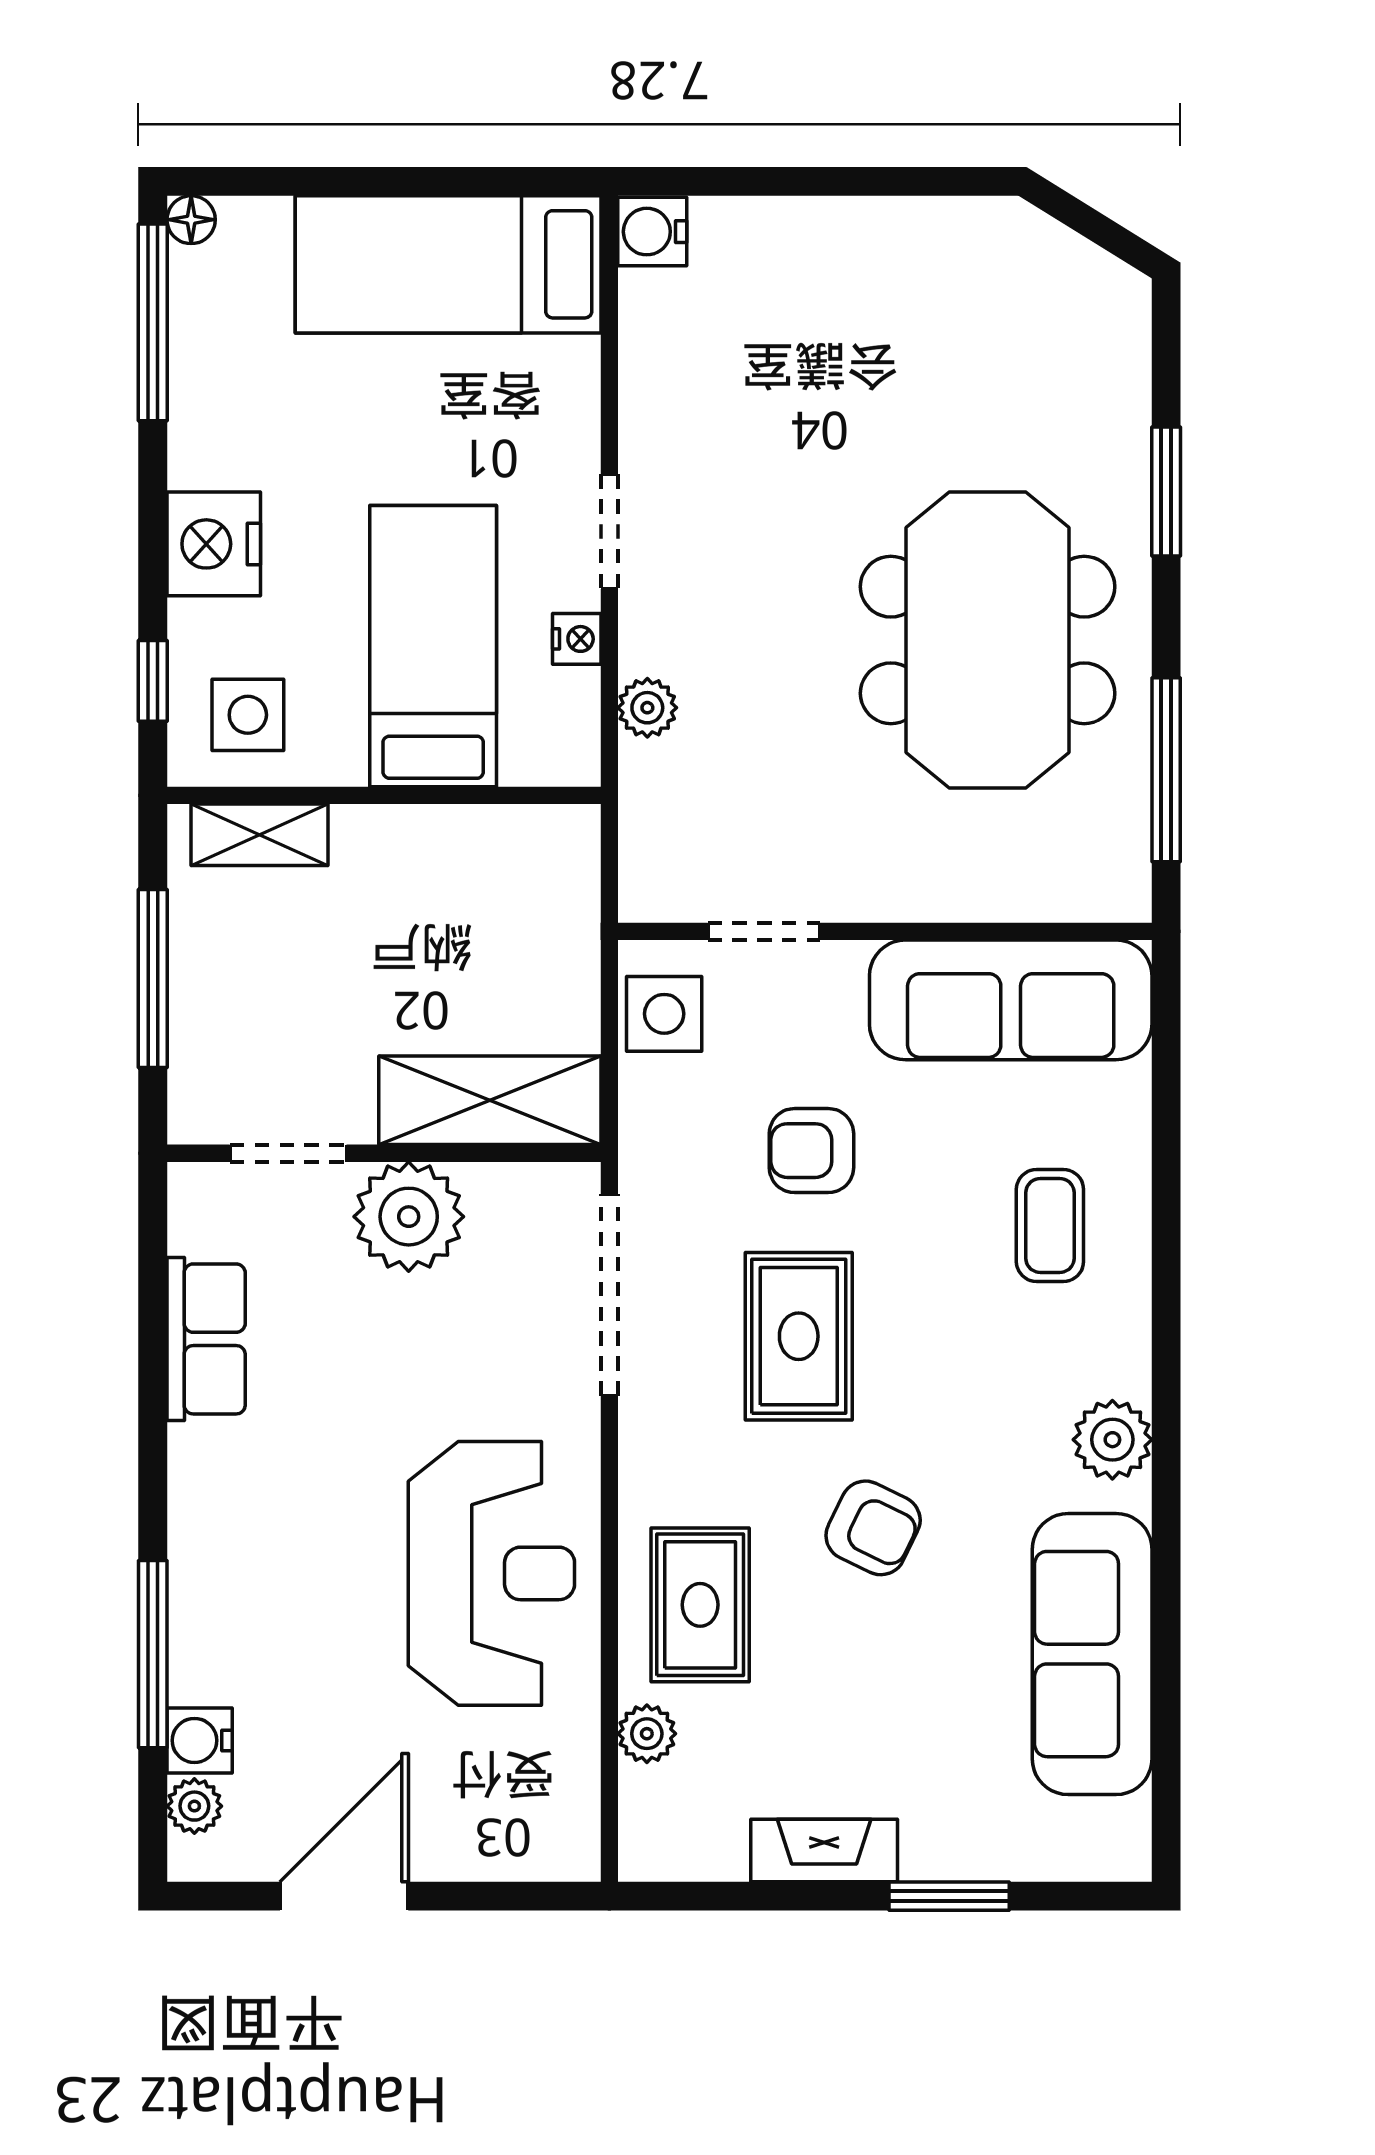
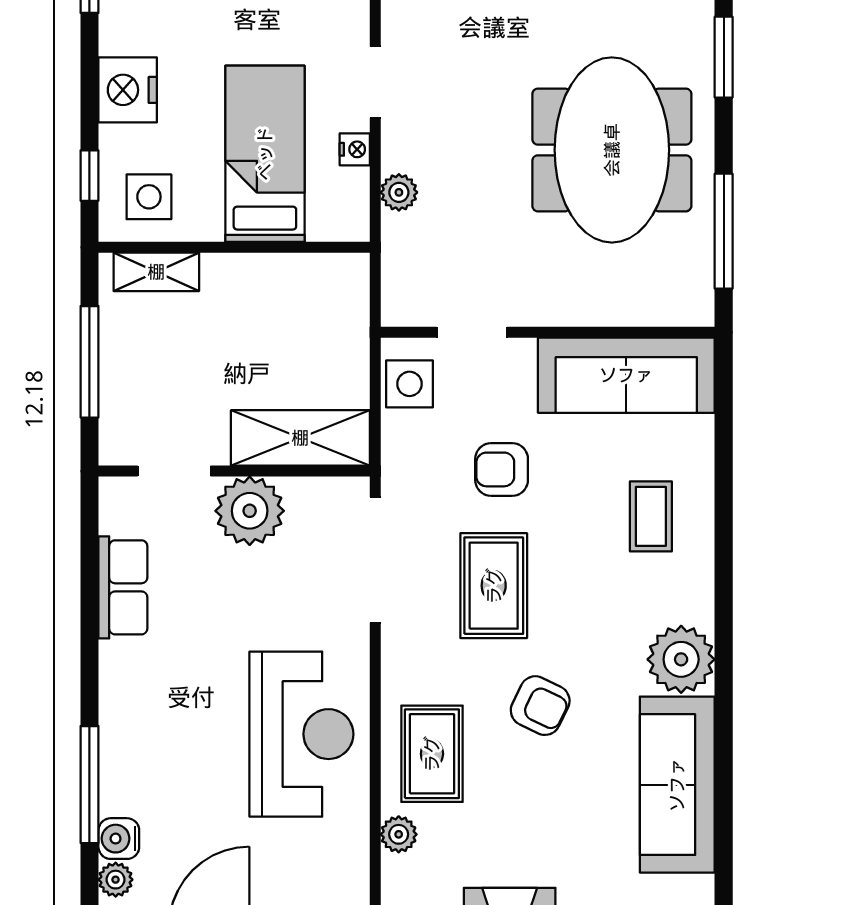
plant: (1112, 1440) -> (681, 659), width x1.36, depth x1.36

